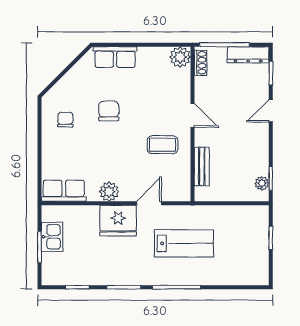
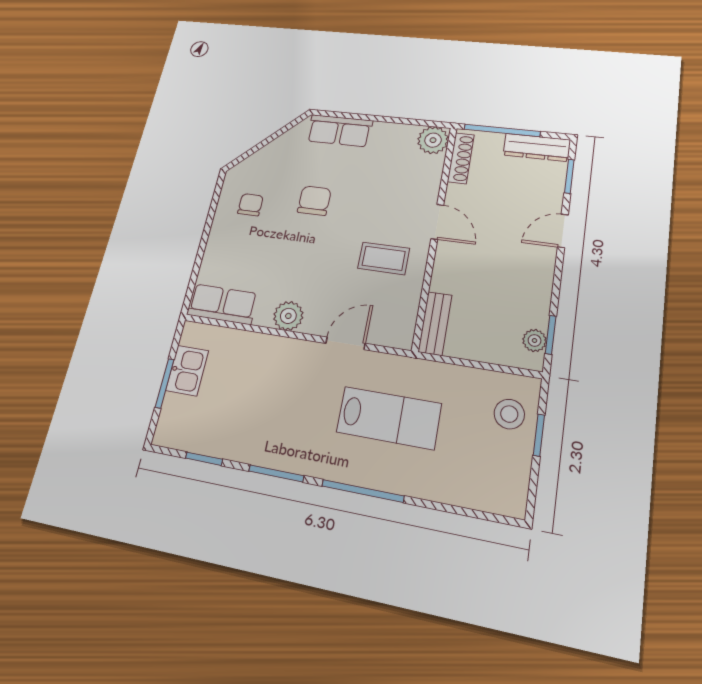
shoe rack: (200, 63) -> (461, 158), width x1.43
bench: (202, 167) -> (435, 323), moved
fridge: (118, 221) -> (292, 362), removed
stool: (253, 229) -> (509, 414), added

